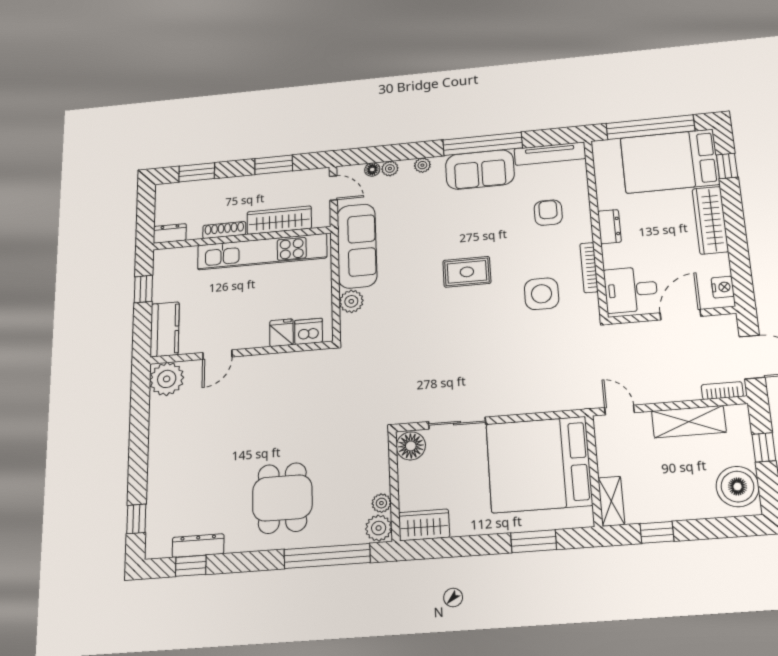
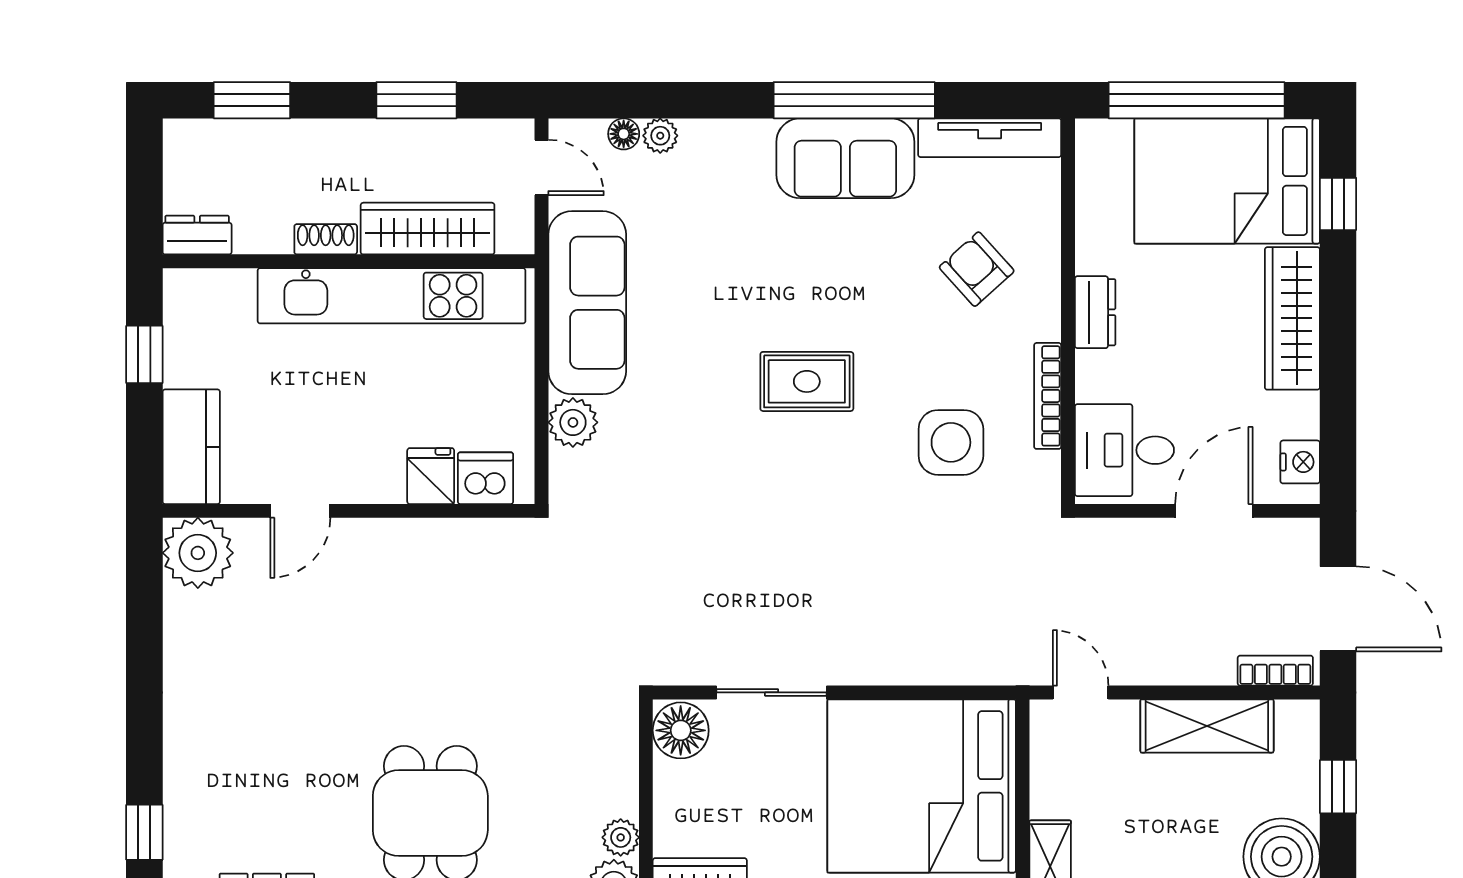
plant: (422, 165) -> (728, 135), removed
armchair: (548, 213) -> (977, 269), turned -42
shoe rack: (224, 230) -> (326, 239), width x0.70

